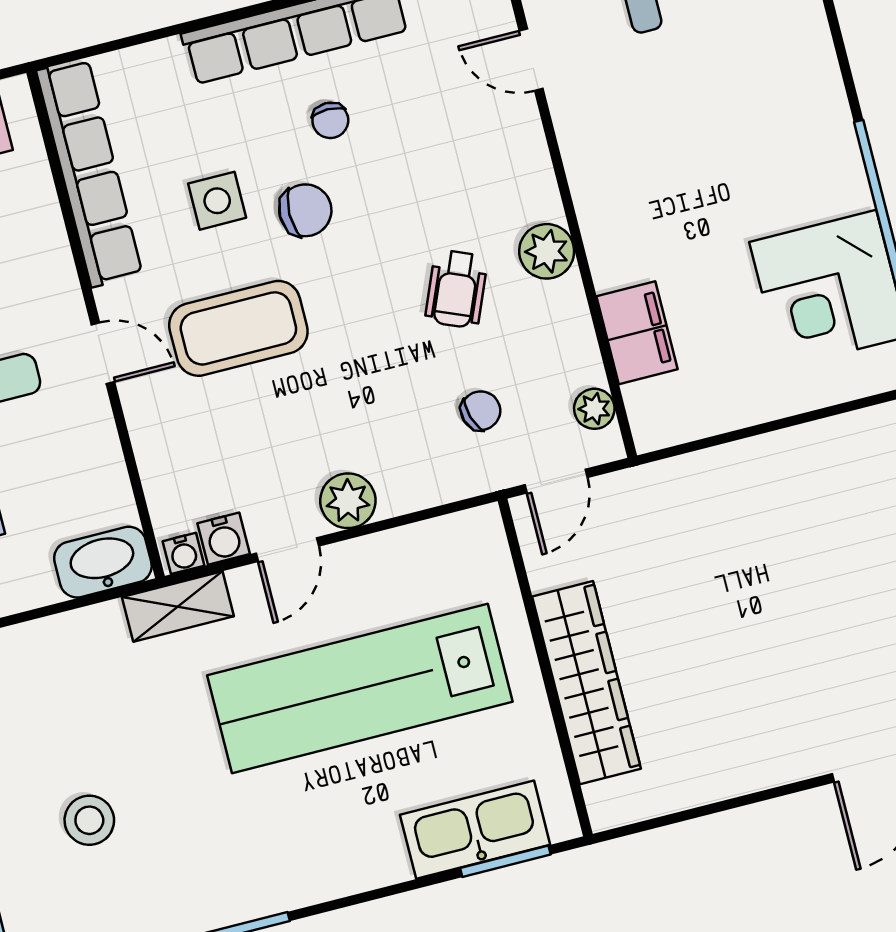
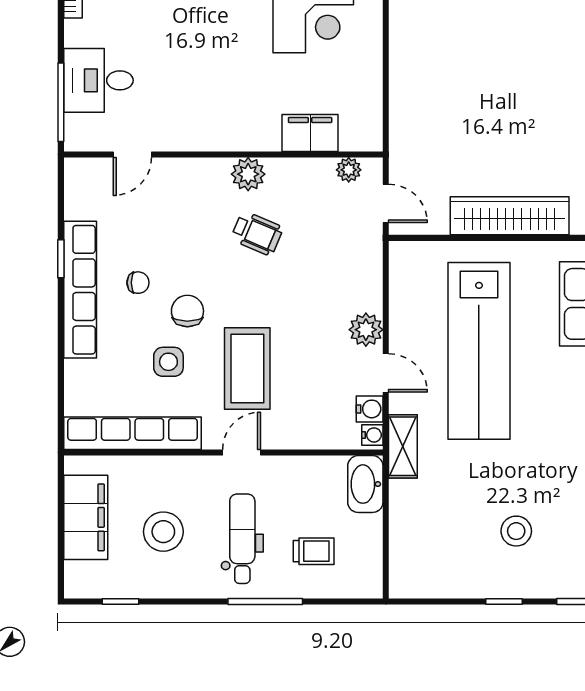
chair: (481, 411) -> (333, 237), removed

